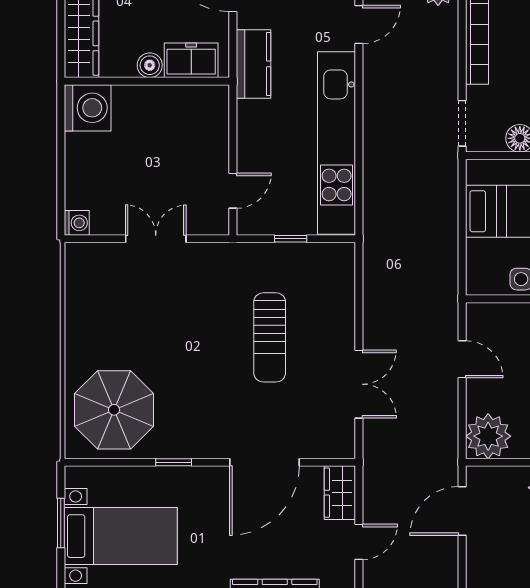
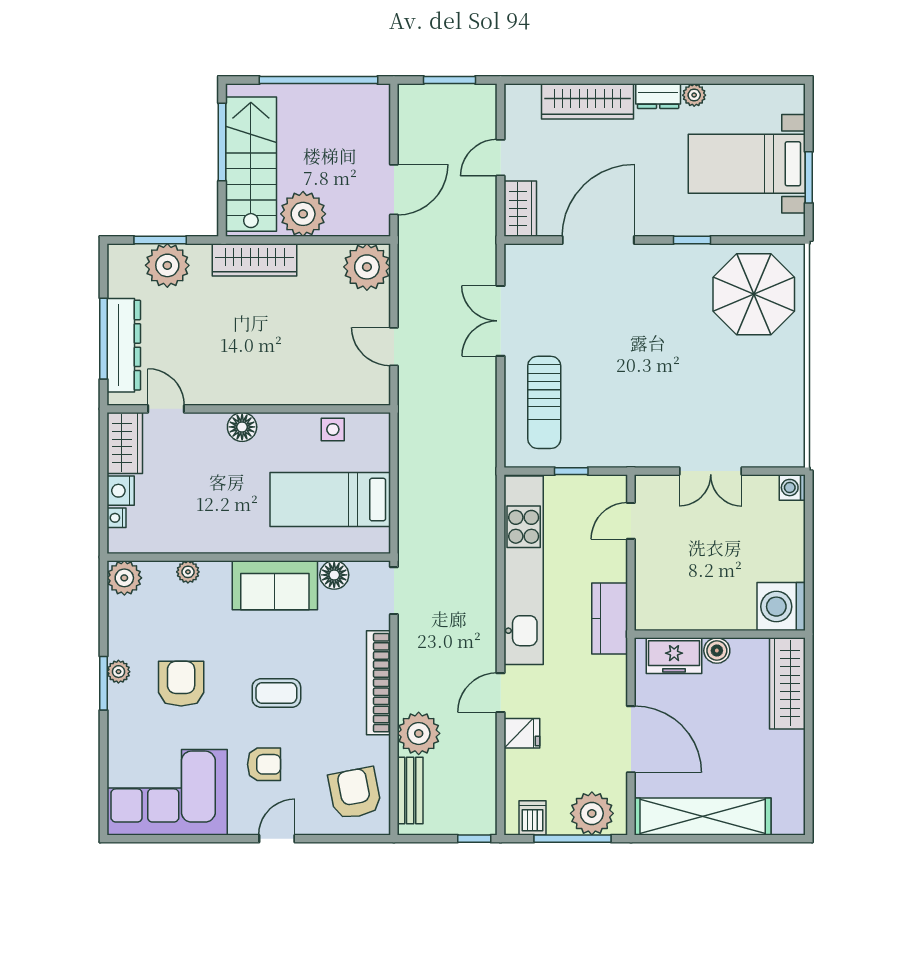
kitchen counter: (253, 64) -> (610, 619), moved
sun lounger: (270, 337) -> (544, 402), moved, turned 180

